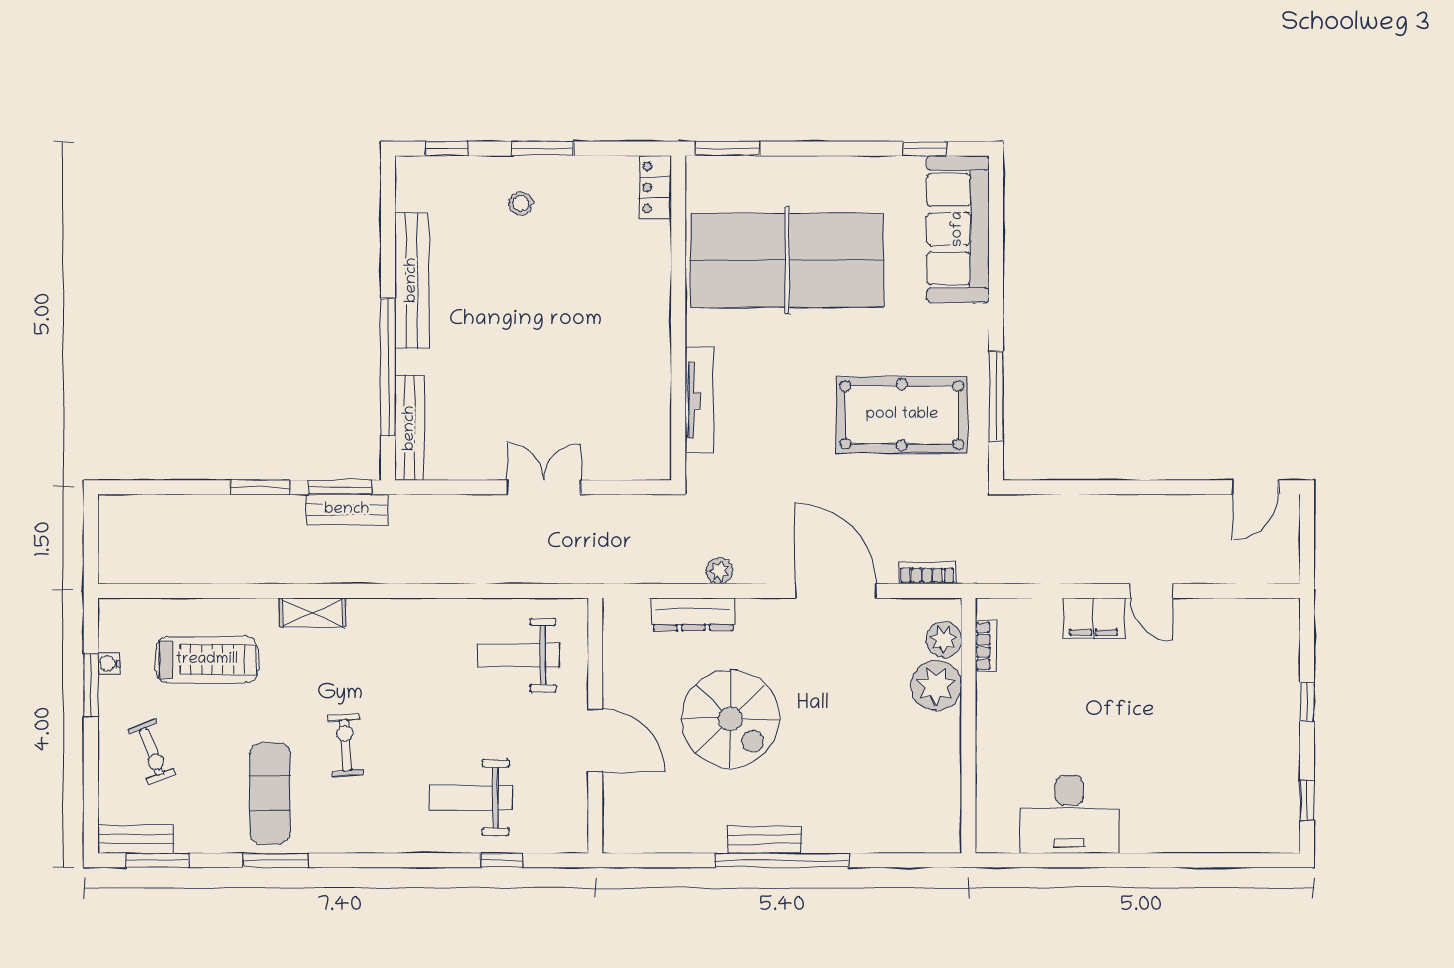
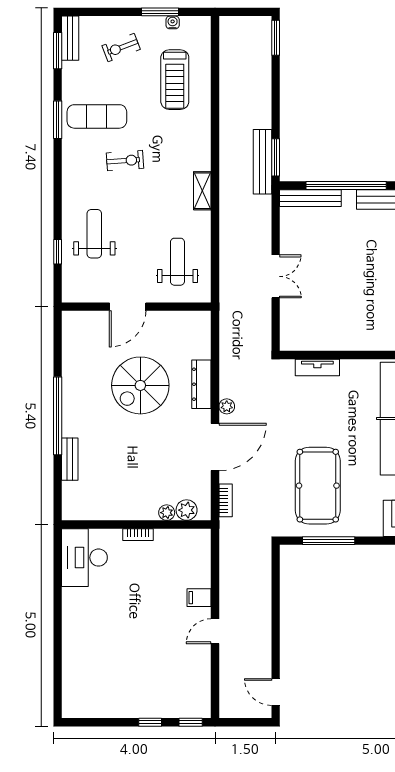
tv unit: (700, 400) -> (317, 367), width x0.71
window: (260, 487) -> (276, 38), moved
bench: (347, 510) -> (262, 162), width x1.36
plant: (719, 571) -> (227, 406), moved
shelving: (313, 613) -> (202, 191), moved
dresser: (693, 614) -> (201, 384), moved
filing cabinet: (1094, 618) -> (199, 598), width x0.50
bookcase: (986, 646) -> (138, 535), moved
plant: (936, 685) -> (167, 513), width x0.53, depth x0.53
window: (1307, 800) -> (191, 722), moved
desk: (1069, 814) -> (84, 558), moved
bench: (765, 839) -> (70, 459), moved

